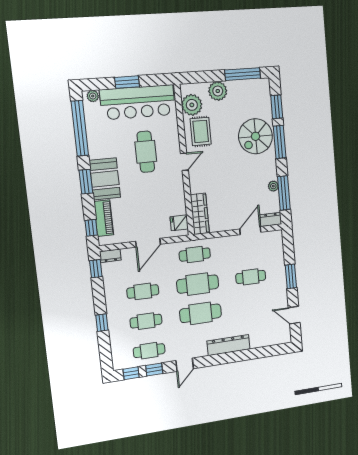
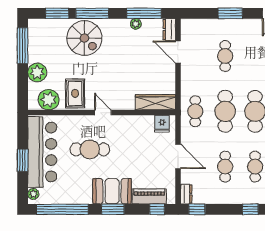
rug: (201, 132) -> (75, 93), turned 90

